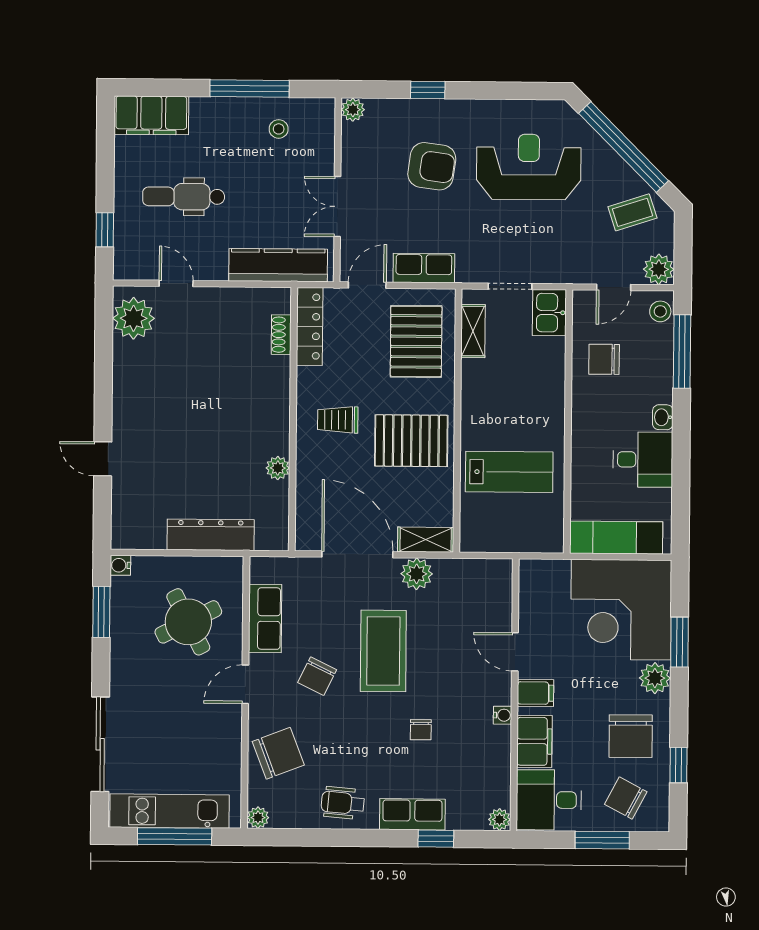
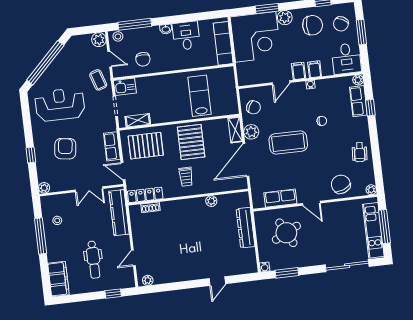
reception desk: (529, 167) -> (60, 105), turned 90
coffee table: (632, 212) -> (98, 80), moved
plant: (134, 318) -> (148, 280), width x0.53, depth x0.53
chair: (317, 676) -> (254, 107), moved
filing cabinet: (534, 741) -> (315, 69), width x0.50
row of seats: (412, 814) -> (359, 101), moved

